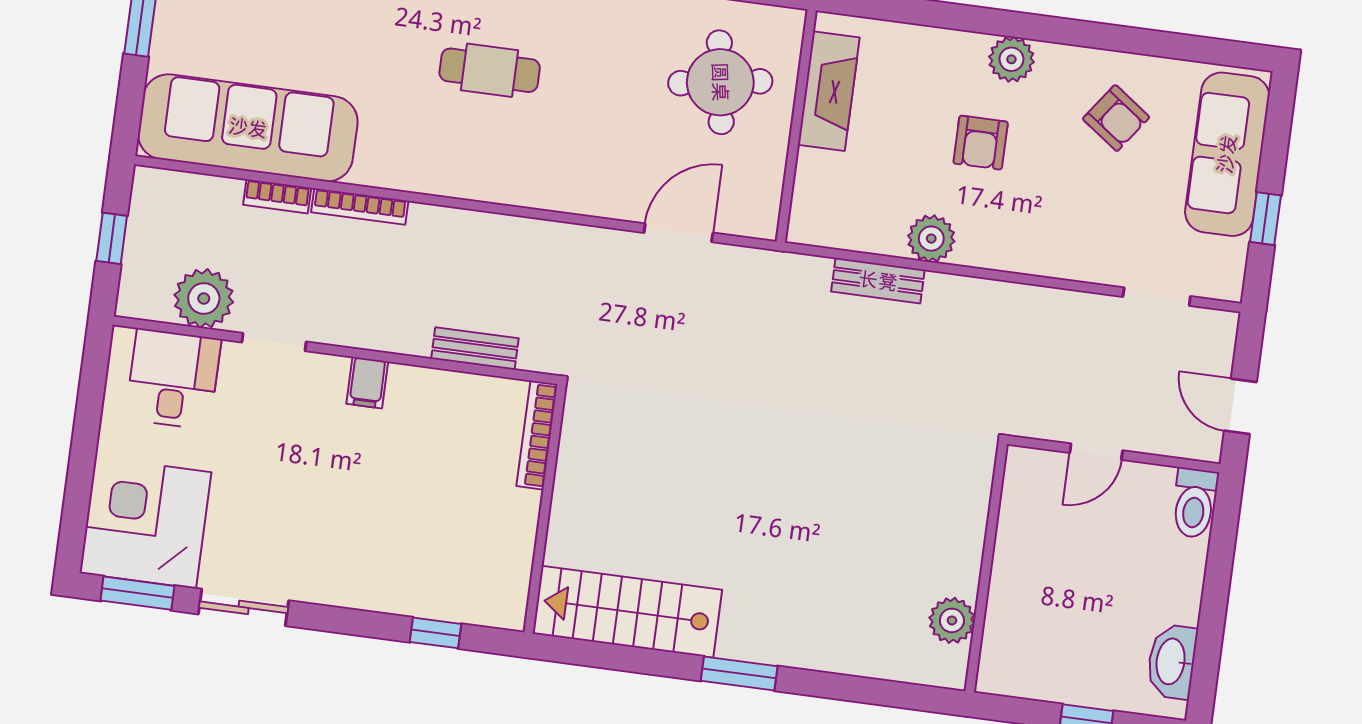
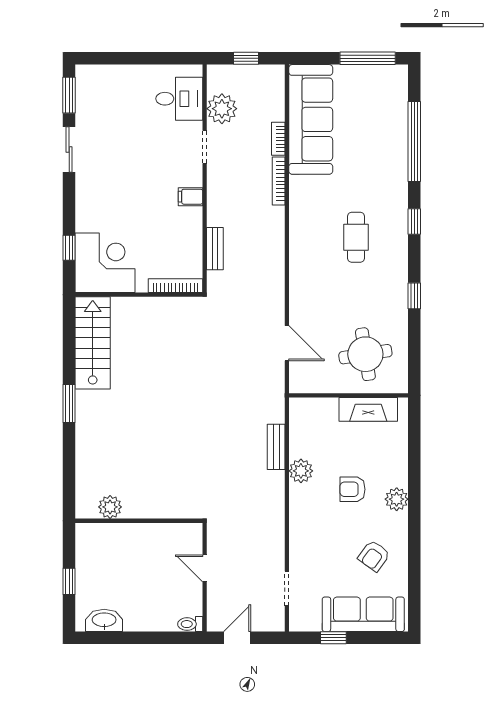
toilet: (1195, 503) -> (190, 624), width x0.73, depth x0.72
corner desk: (145, 523) -> (105, 263), moved

